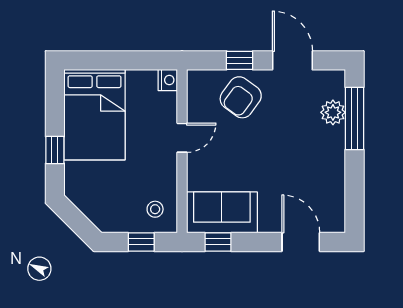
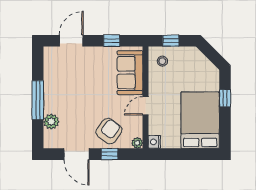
plant: (195, 78) -> (137, 143), added
window: (354, 118) -> (38, 100), moved
sofa: (222, 212) -> (130, 73), moved, turned 90
window: (218, 242) -> (112, 41), moved
door: (301, 242) -> (71, 41), swing flipped

